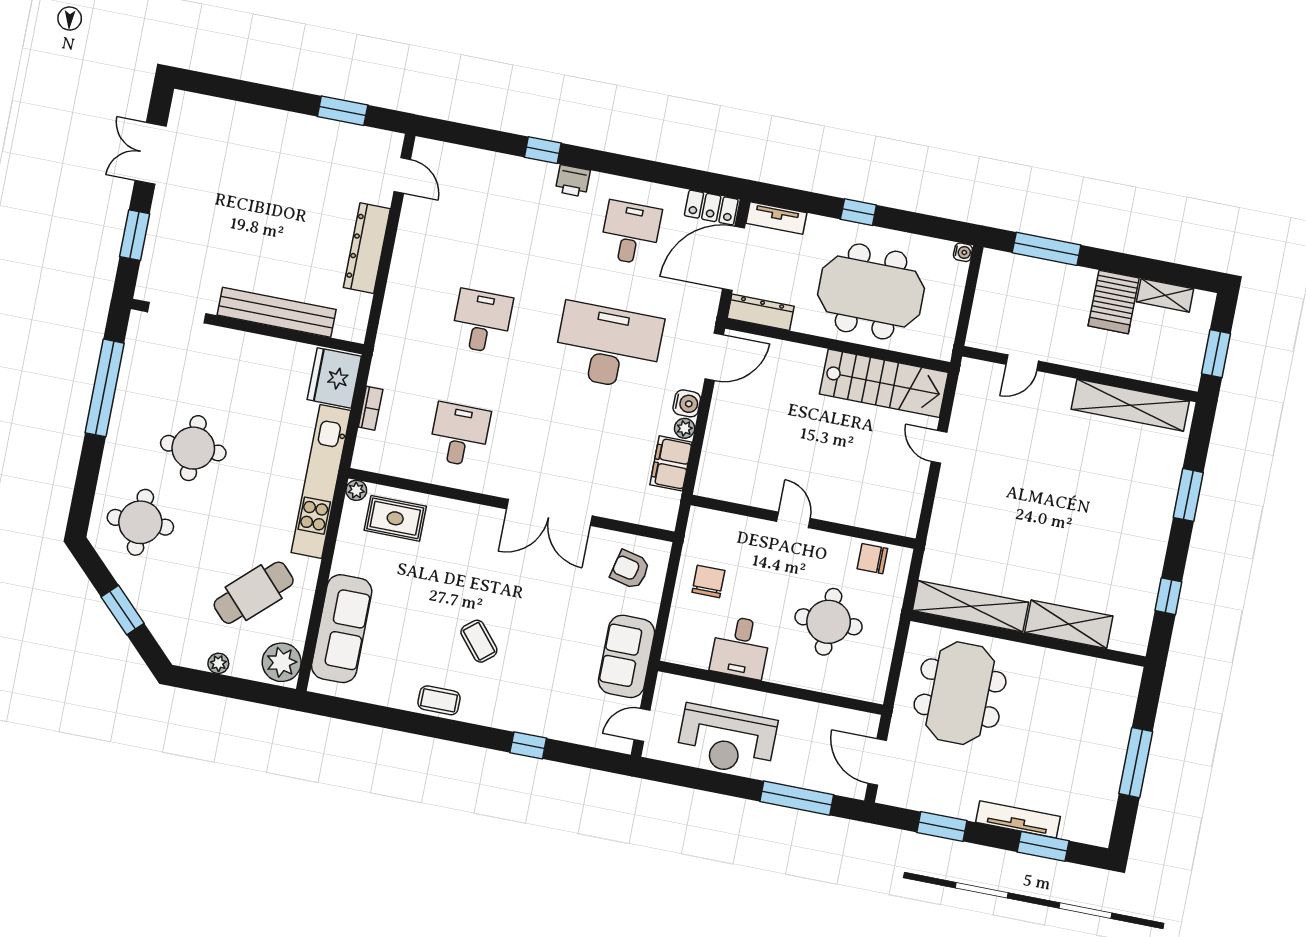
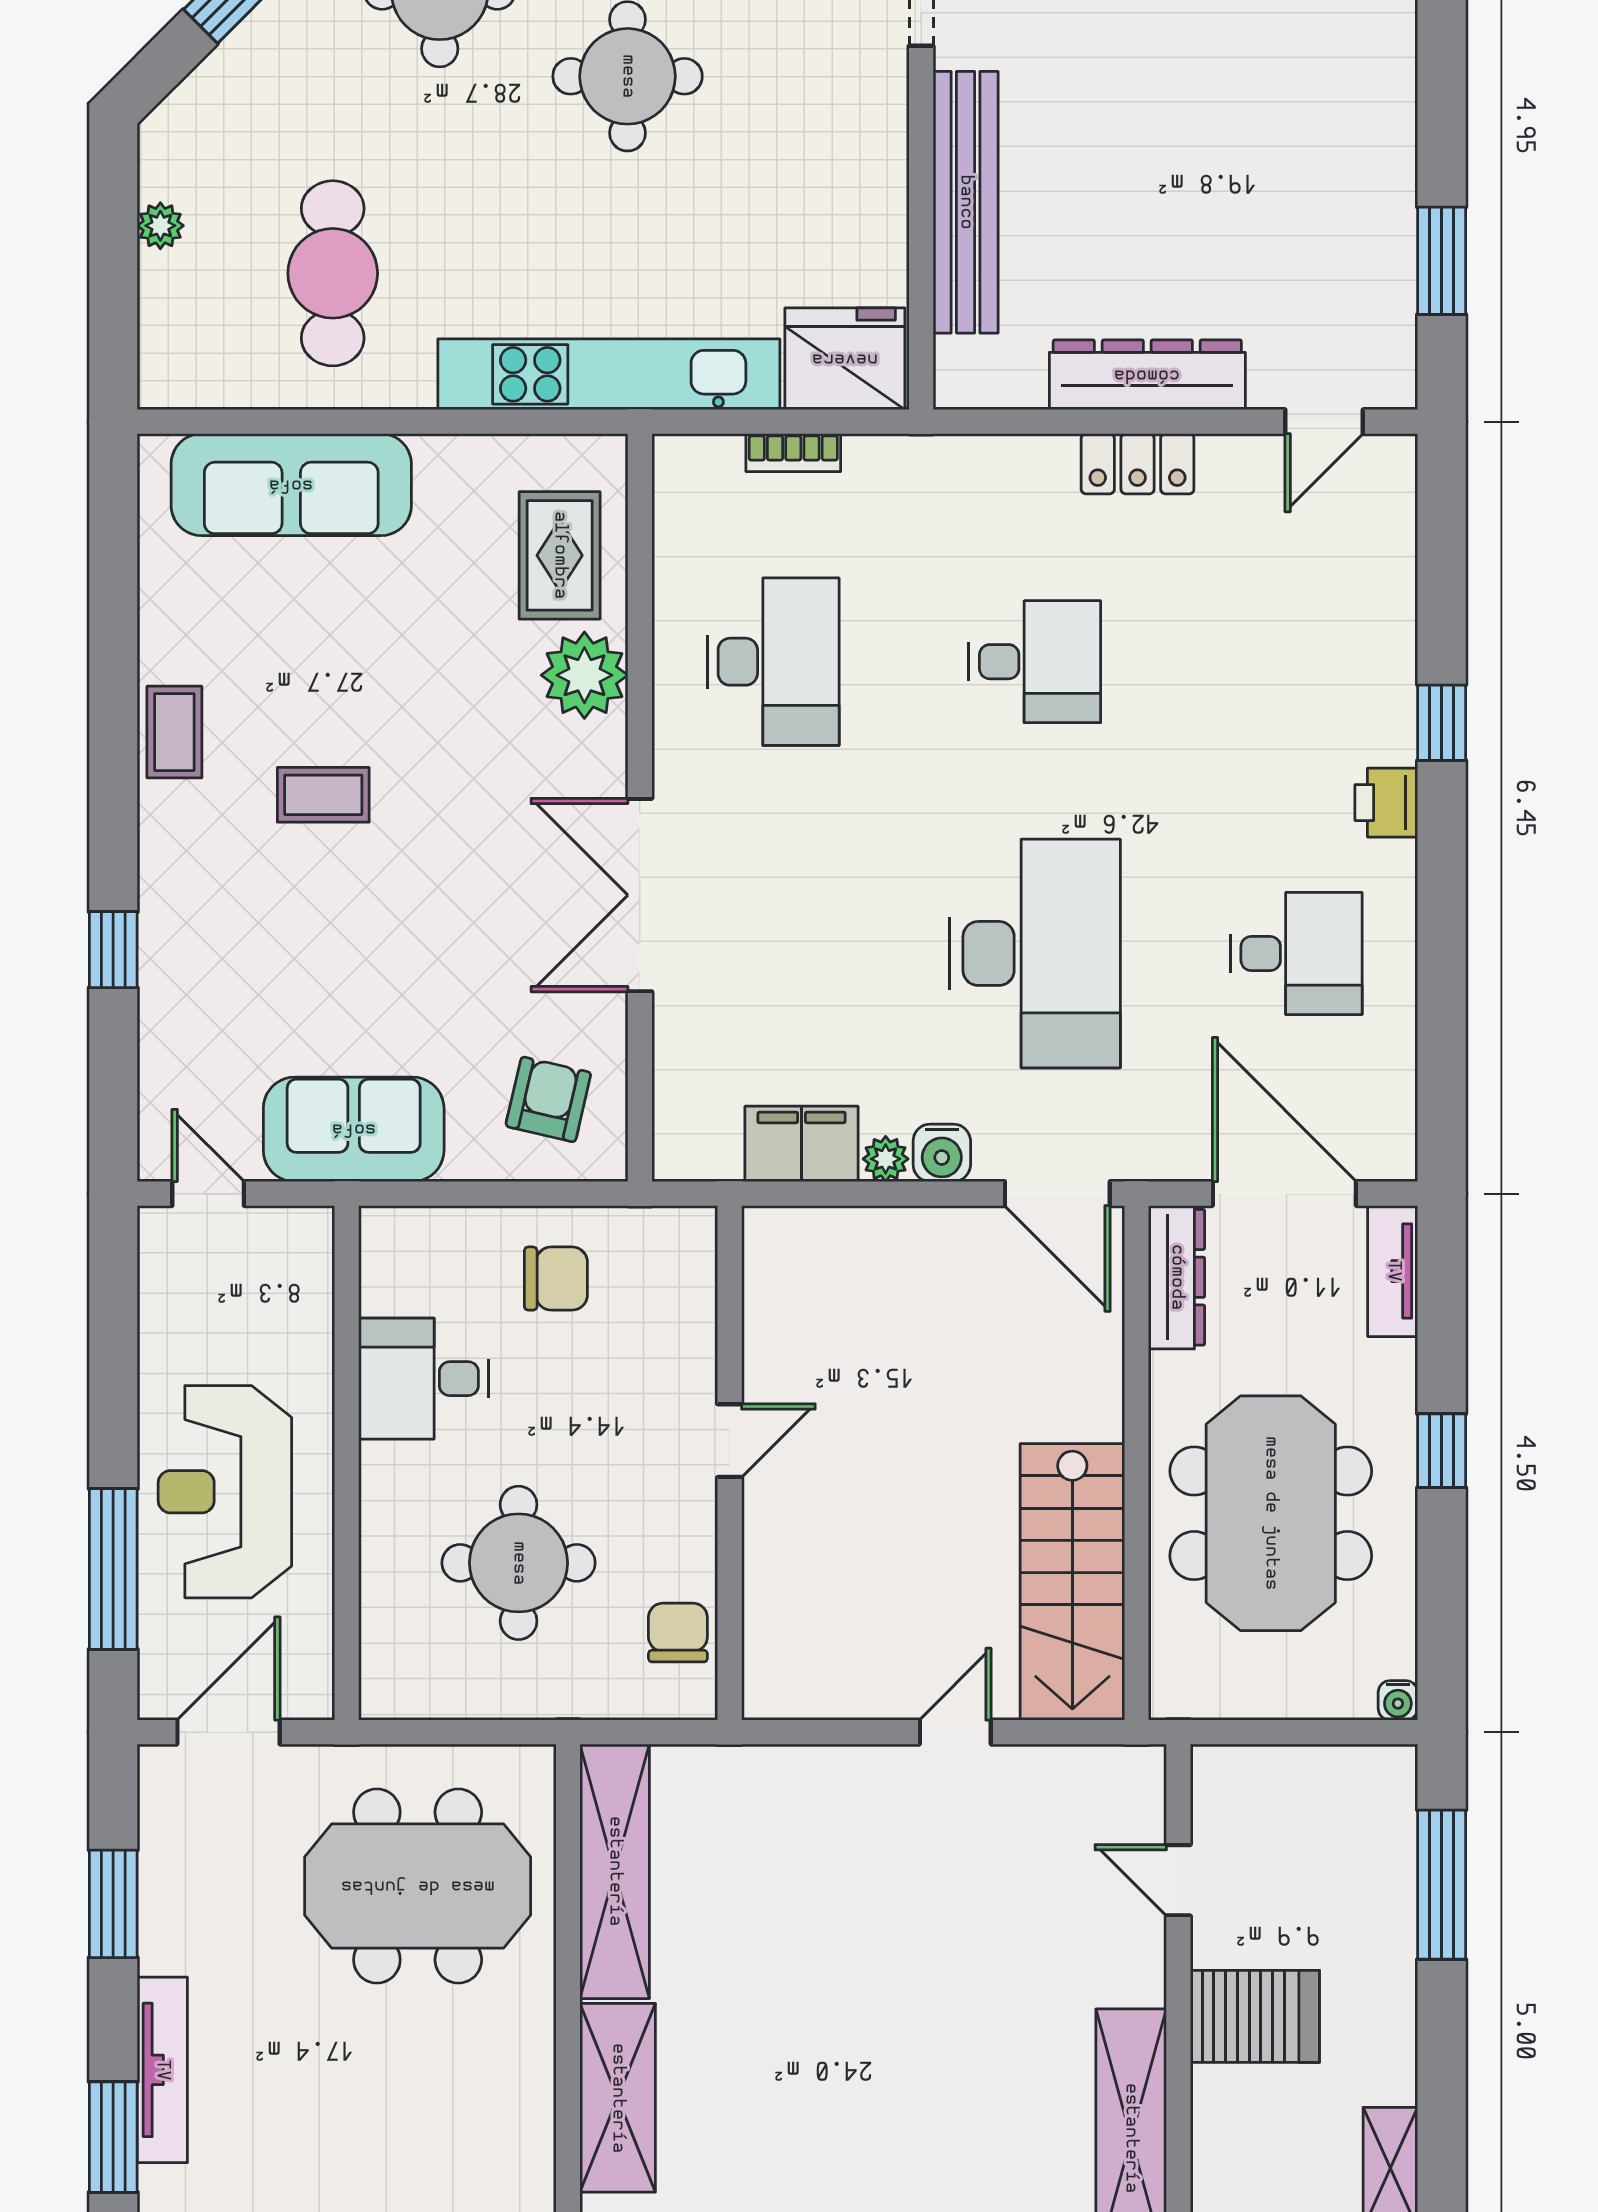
locker: (711, 208) -> (1138, 464), moved, turned -90
server rack: (1114, 302) -> (1255, 2016), moved, turned 180
desk: (459, 435) -> (773, 662), width x1.37
plant: (356, 490) -> (584, 675), moved, width x1.88, depth x1.88
cafe table: (254, 593) -> (333, 273), turned 43
coffee table: (479, 641) -> (323, 795), turned 40
plant: (282, 662) -> (190, 366), removed
reception desk: (727, 740) -> (225, 1492), moved

